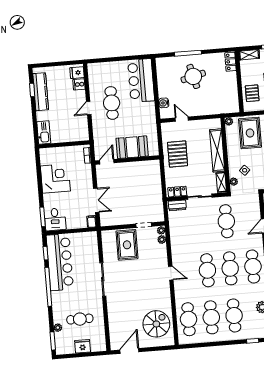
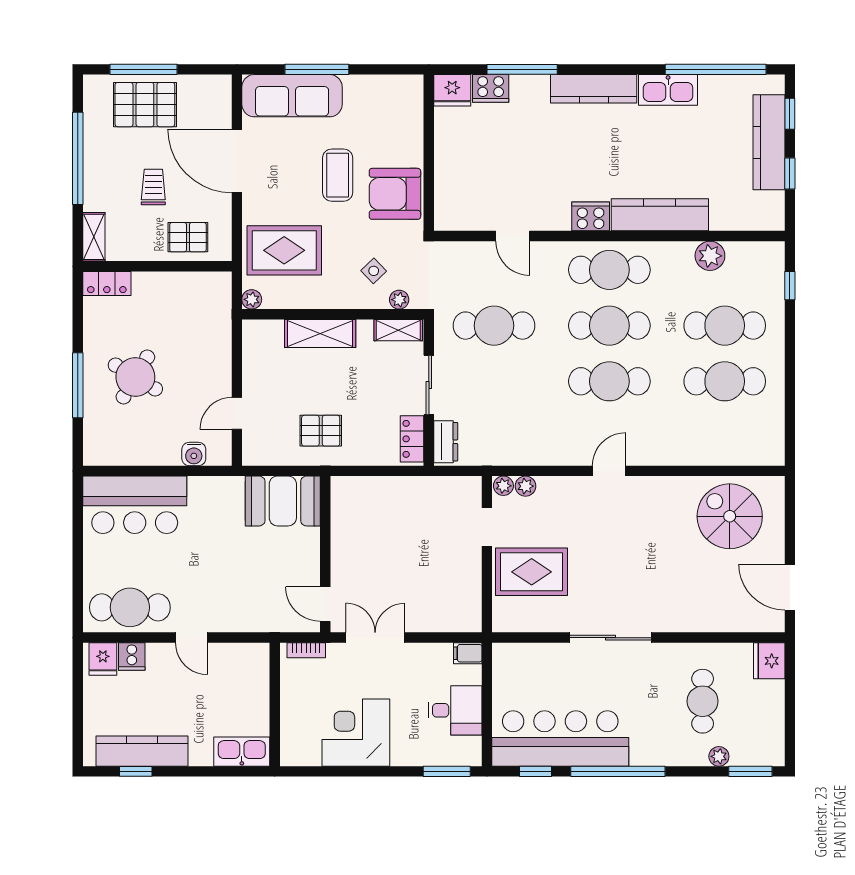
round table: (193, 76) -> (135, 377), turned 45
cafe table: (112, 103) -> (130, 607), moved
booth: (132, 147) -> (283, 501), moved, turned 90
shelving: (217, 150) -> (320, 334), width x0.68
pallet: (178, 154) -> (321, 431), width x0.67, depth x0.71
double door: (96, 200) -> (375, 638), moved
desk: (55, 219) -> (455, 710), moved
cafe table: (189, 319) -> (725, 437), removed
fridge: (83, 346) -> (769, 661), moved

